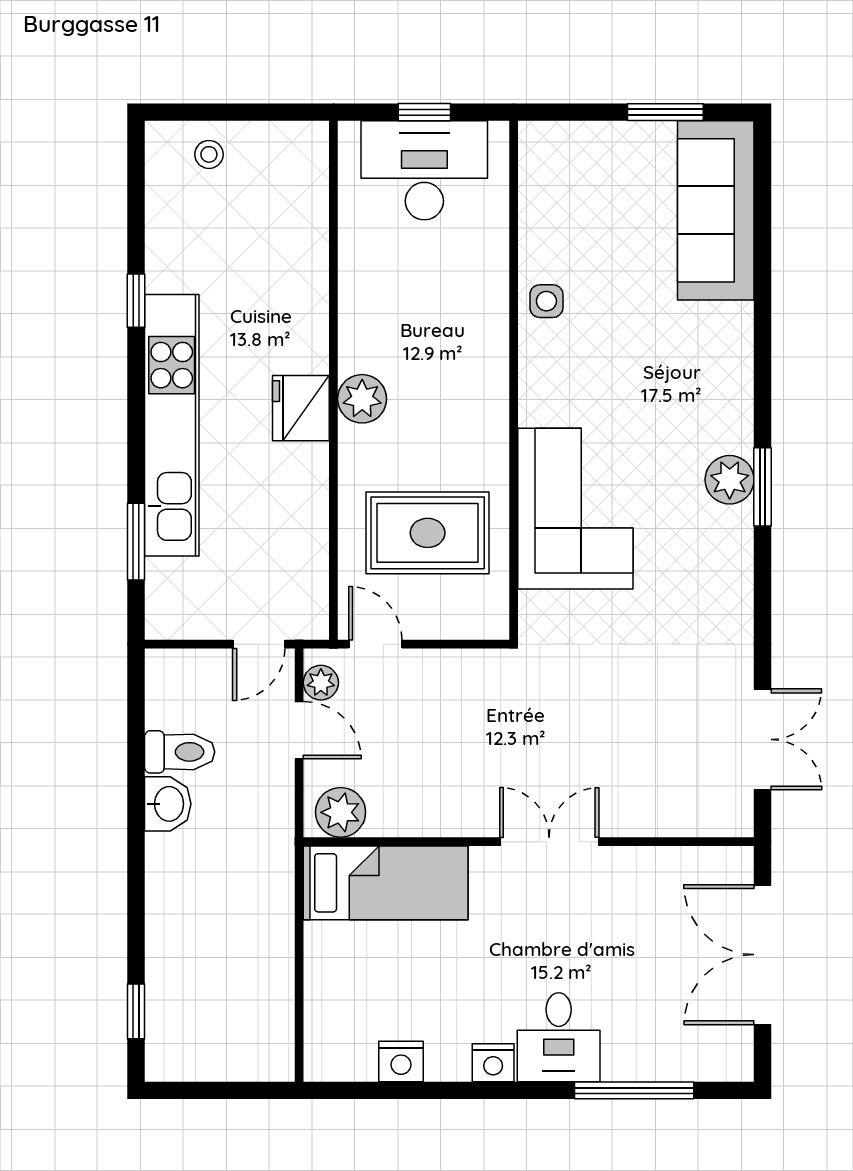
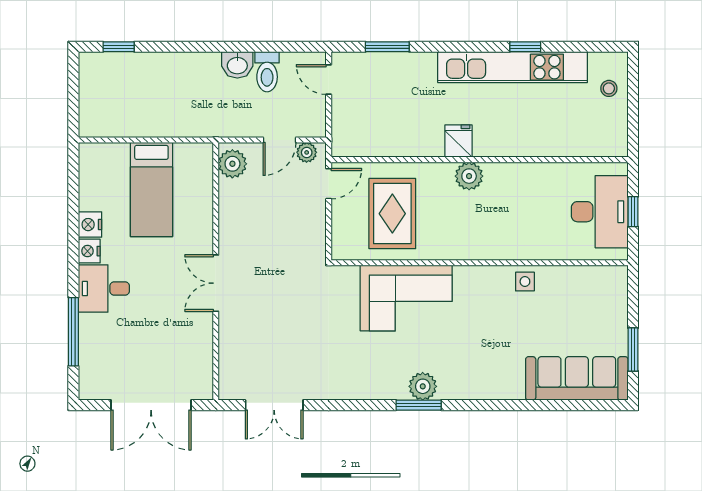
fridge: (301, 408) -> (458, 141), width x0.72
kitchen unit: (172, 425) -> (513, 67), moved
door: (259, 644) -> (329, 80), moved
double door: (549, 842) -> (216, 283), swing flipped
bed: (386, 883) -> (151, 190), moved
double door: (762, 955) -> (151, 405), swing flipped
nightstand: (401, 1061) -> (90, 225), moved

